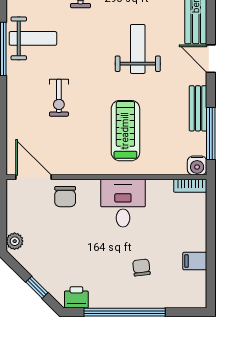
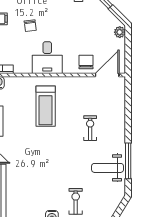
weight bench: (138, 49) -> (37, 161), removed
door: (34, 177) -> (107, 75), swing flipped
chair: (141, 267) -> (30, 26), moved

